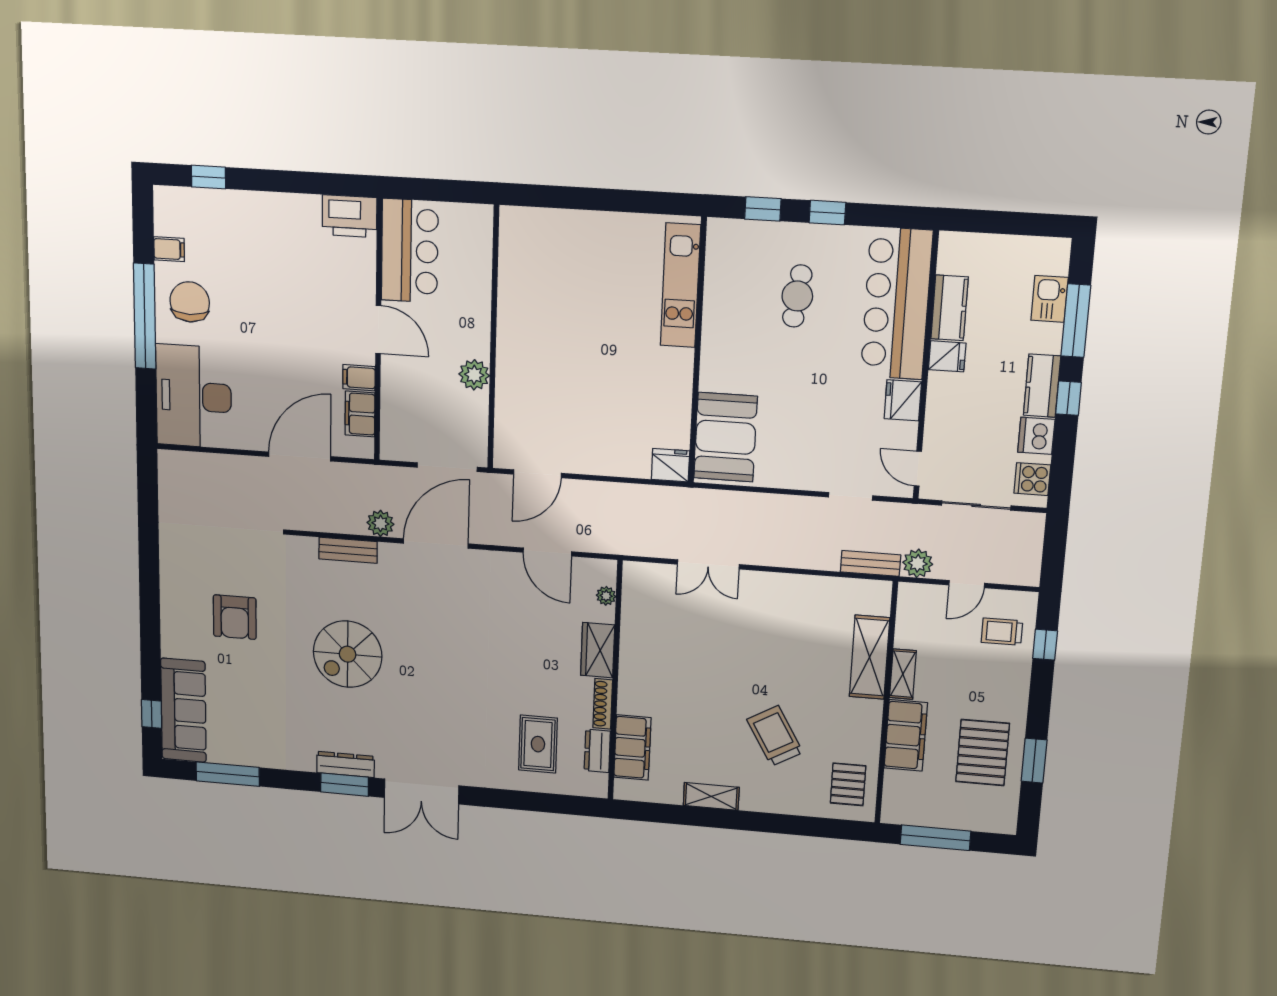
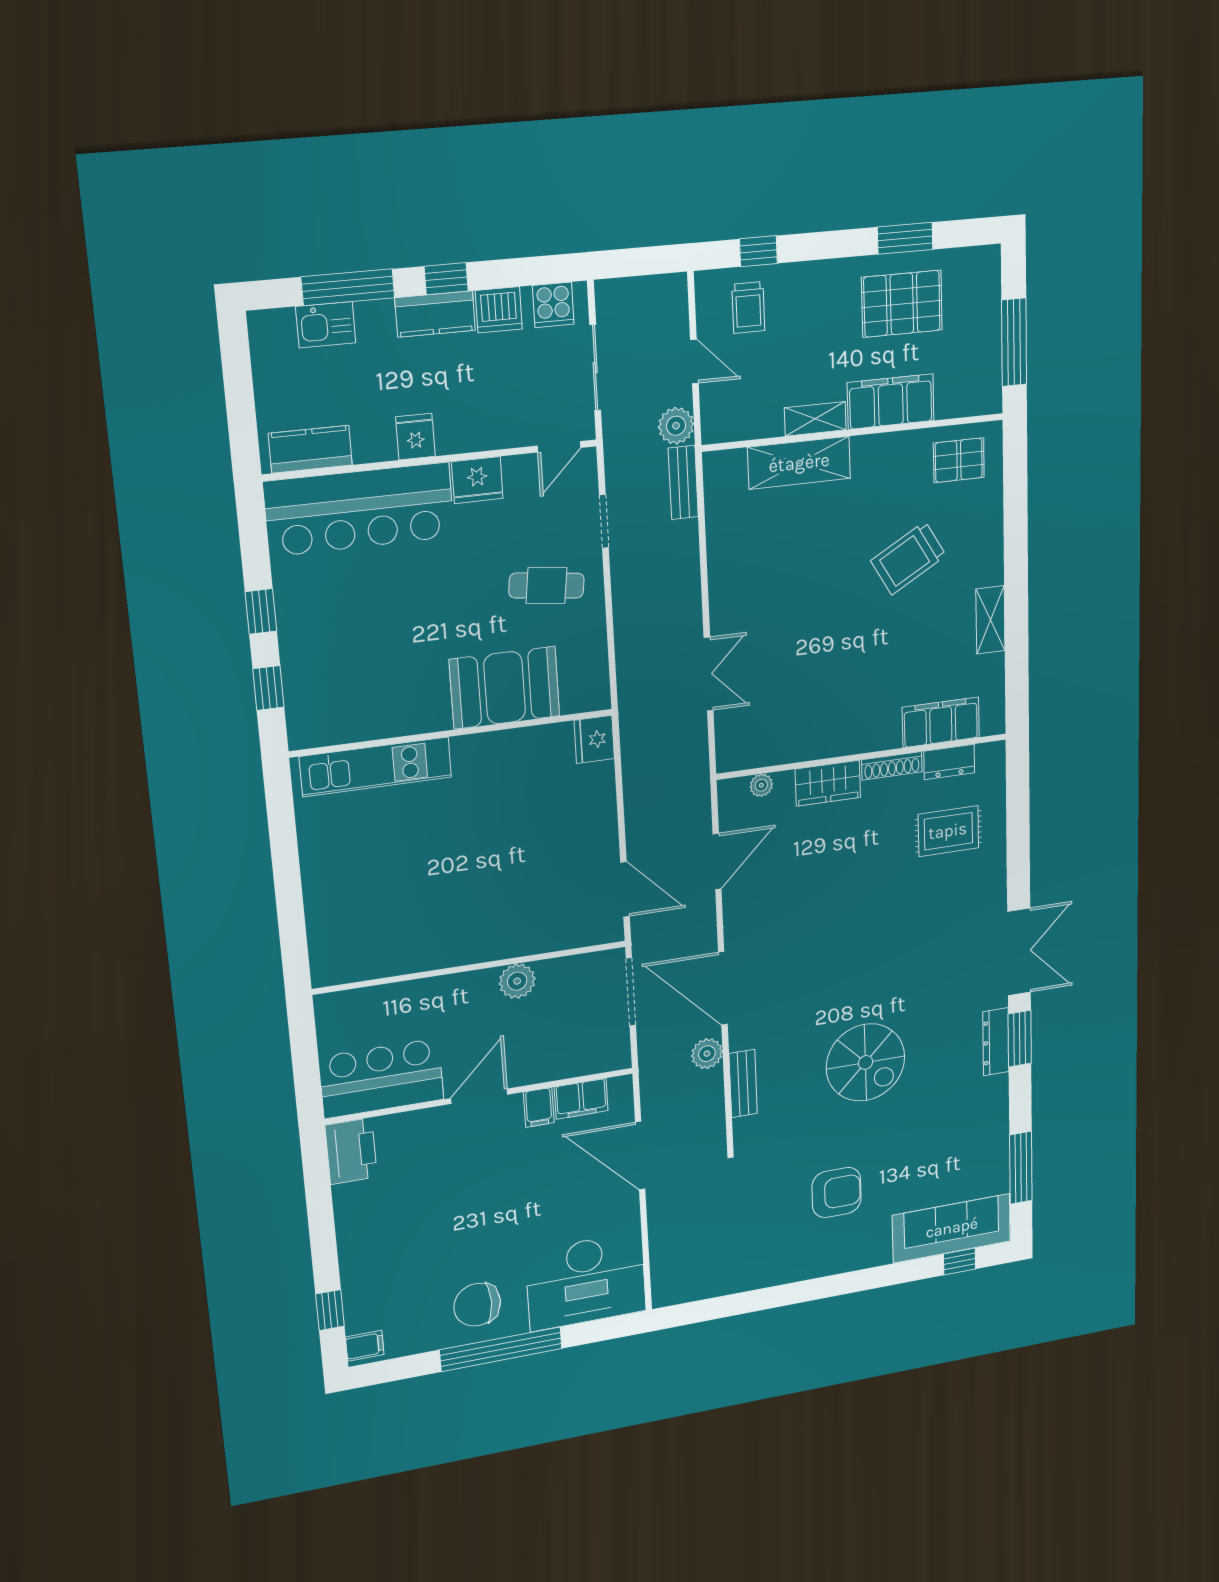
filing cabinet: (169, 249) -> (365, 1346), moved, turned 90
cafe table: (797, 296) -> (546, 586), moved
kitchen counter: (950, 308) -> (310, 449), moved
booth: (726, 437) -> (505, 688), moved

